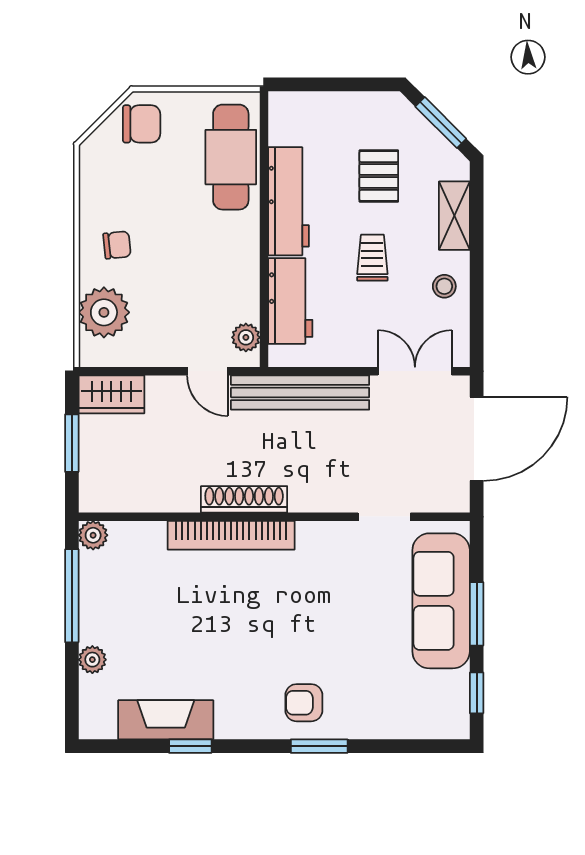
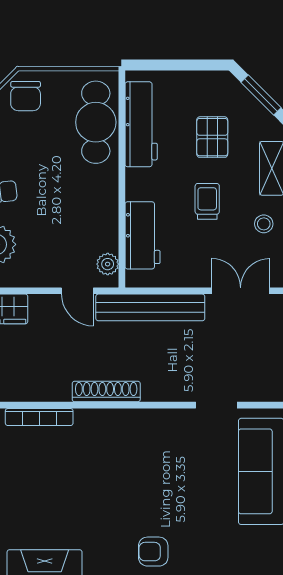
chair: (142, 124) -> (26, 96), turned 90
workbench: (288, 201) -> (141, 124), moved
bookcase: (231, 535) -> (39, 417), moved, width x0.68, depth x0.76

